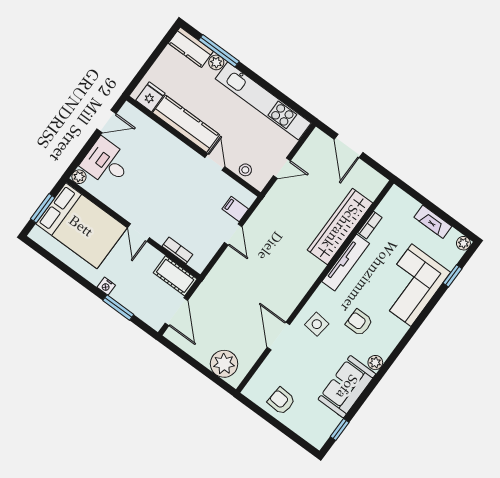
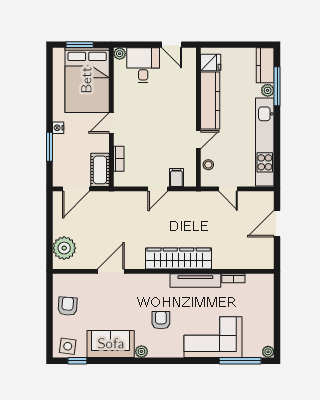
fireplace: (433, 222) -> (267, 320), removed
wardrobe: (340, 227) -> (179, 258), moved
window: (452, 276) -> (240, 361), width x2.17
side table: (317, 324) -> (68, 346), moved

